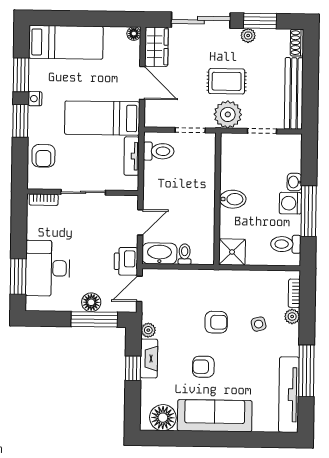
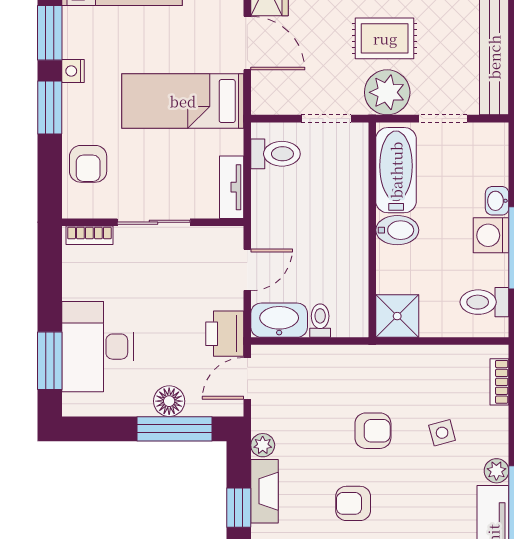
tv unit: (132, 156) -> (232, 187), moved
bathtub: (233, 162) -> (396, 170), added
plant: (292, 317) -> (496, 471), moved

